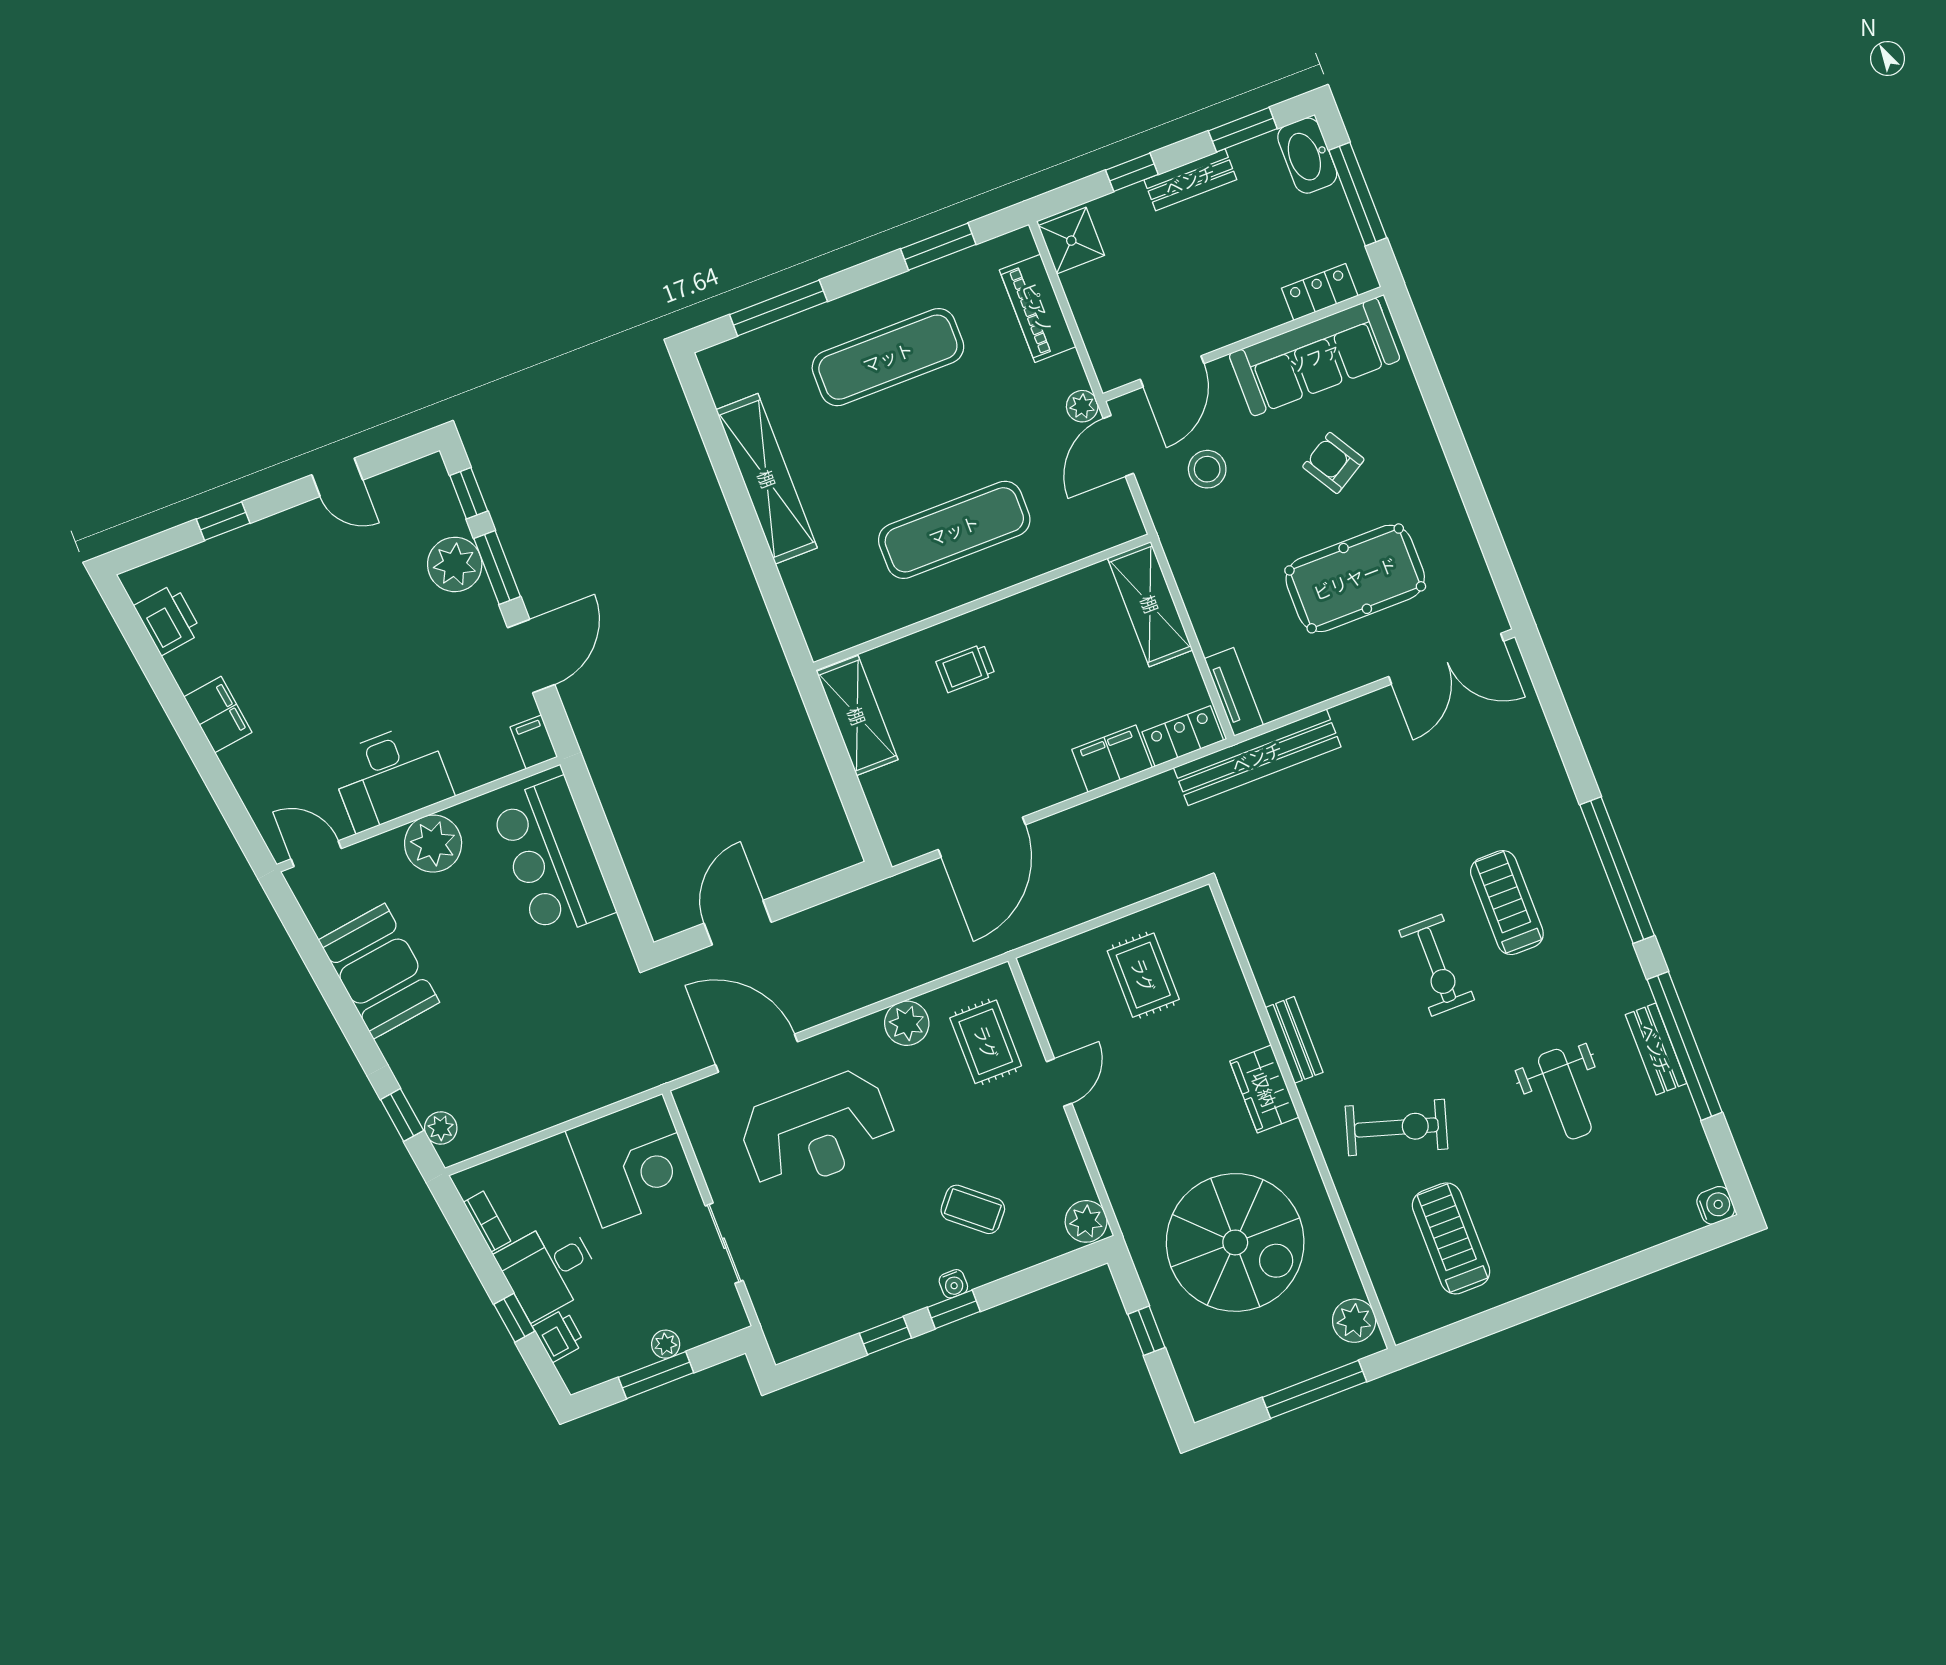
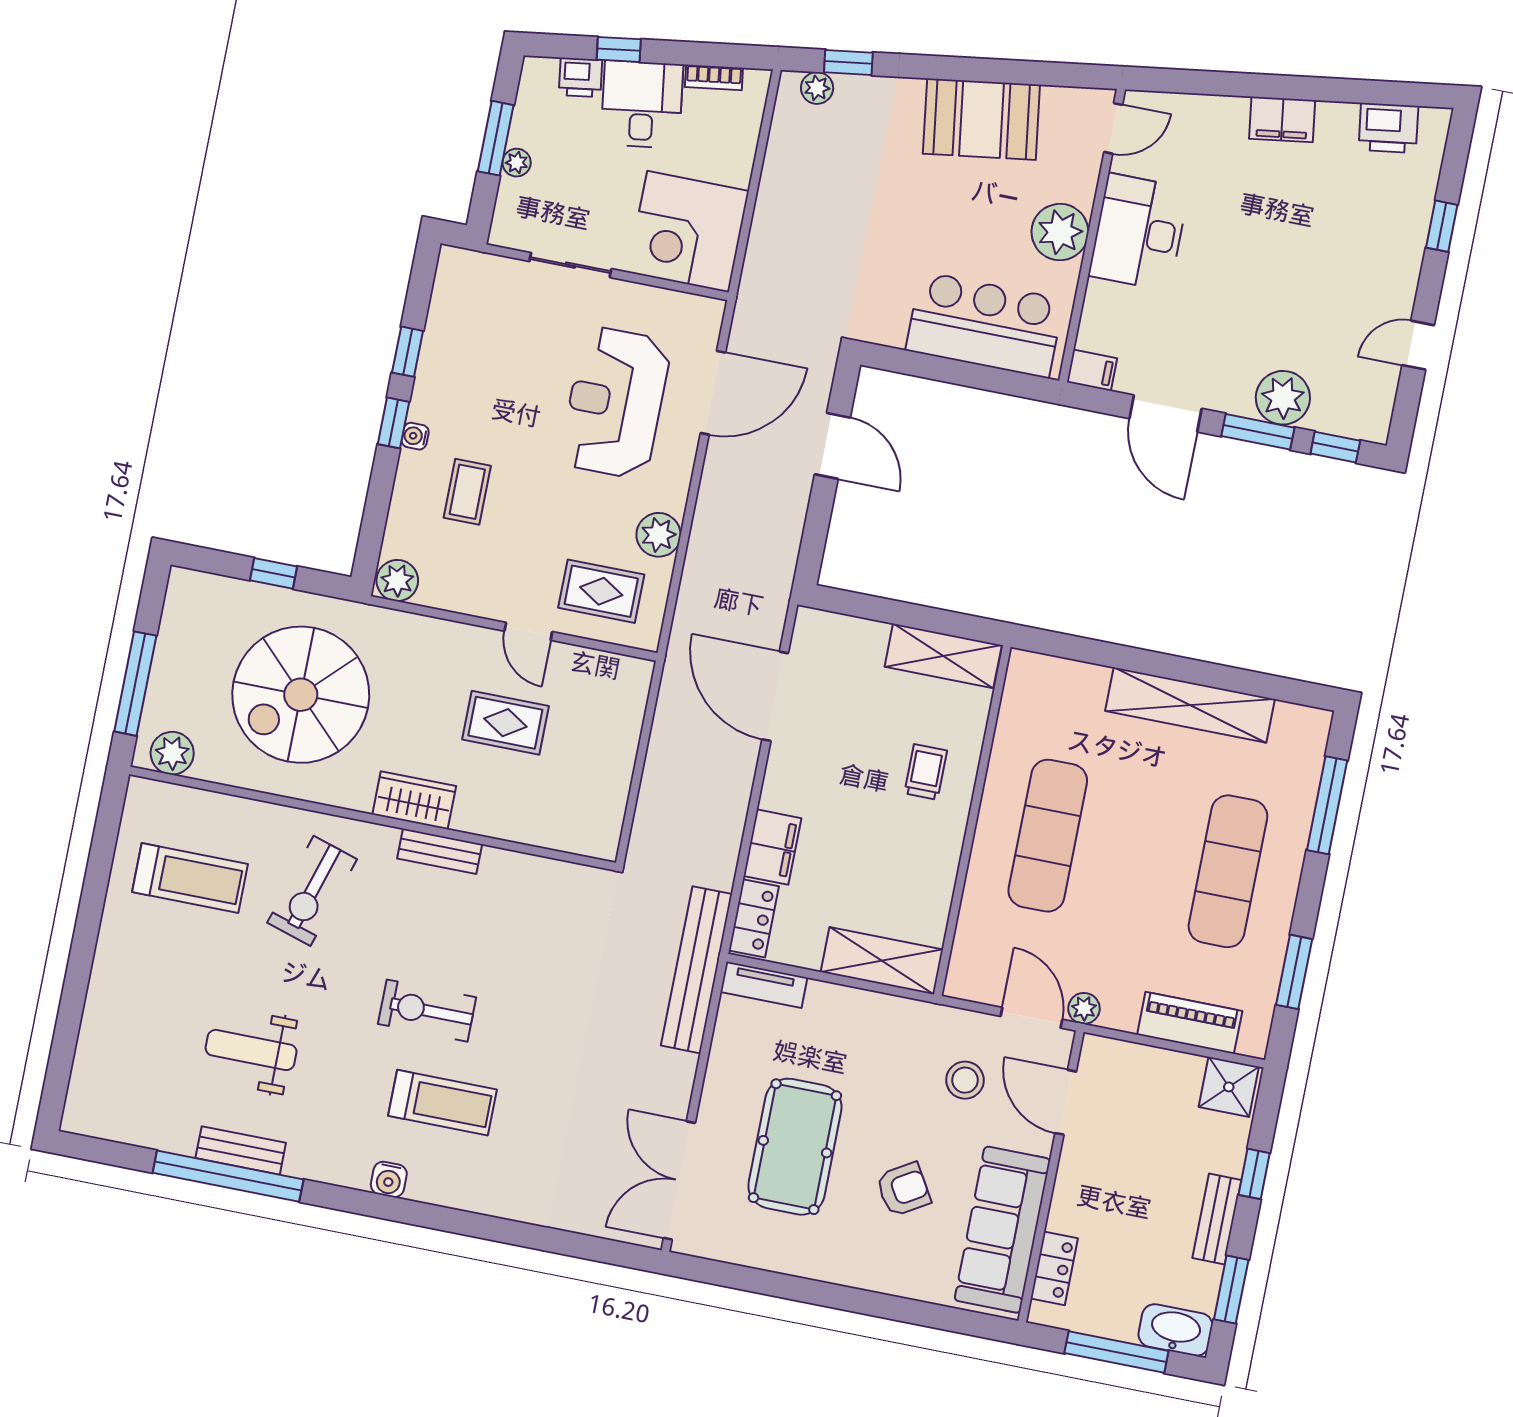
window: (1617, 870) -> (411, 1212), removed
rug: (1143, 975) -> (505, 723), moved
water cooler: (1716, 1205) -> (389, 1179), moved
coffee table: (973, 1209) -> (467, 492), turned -40

